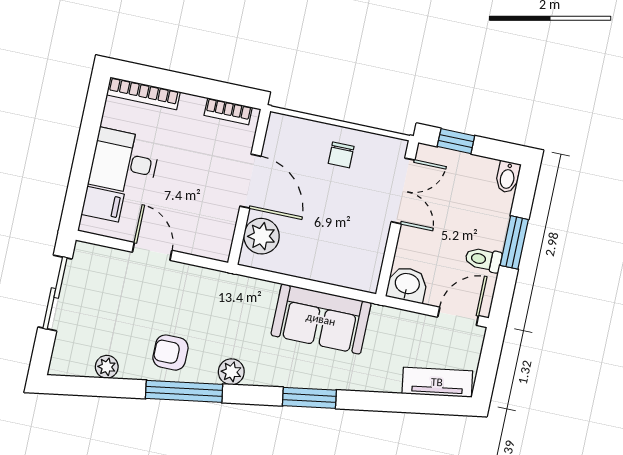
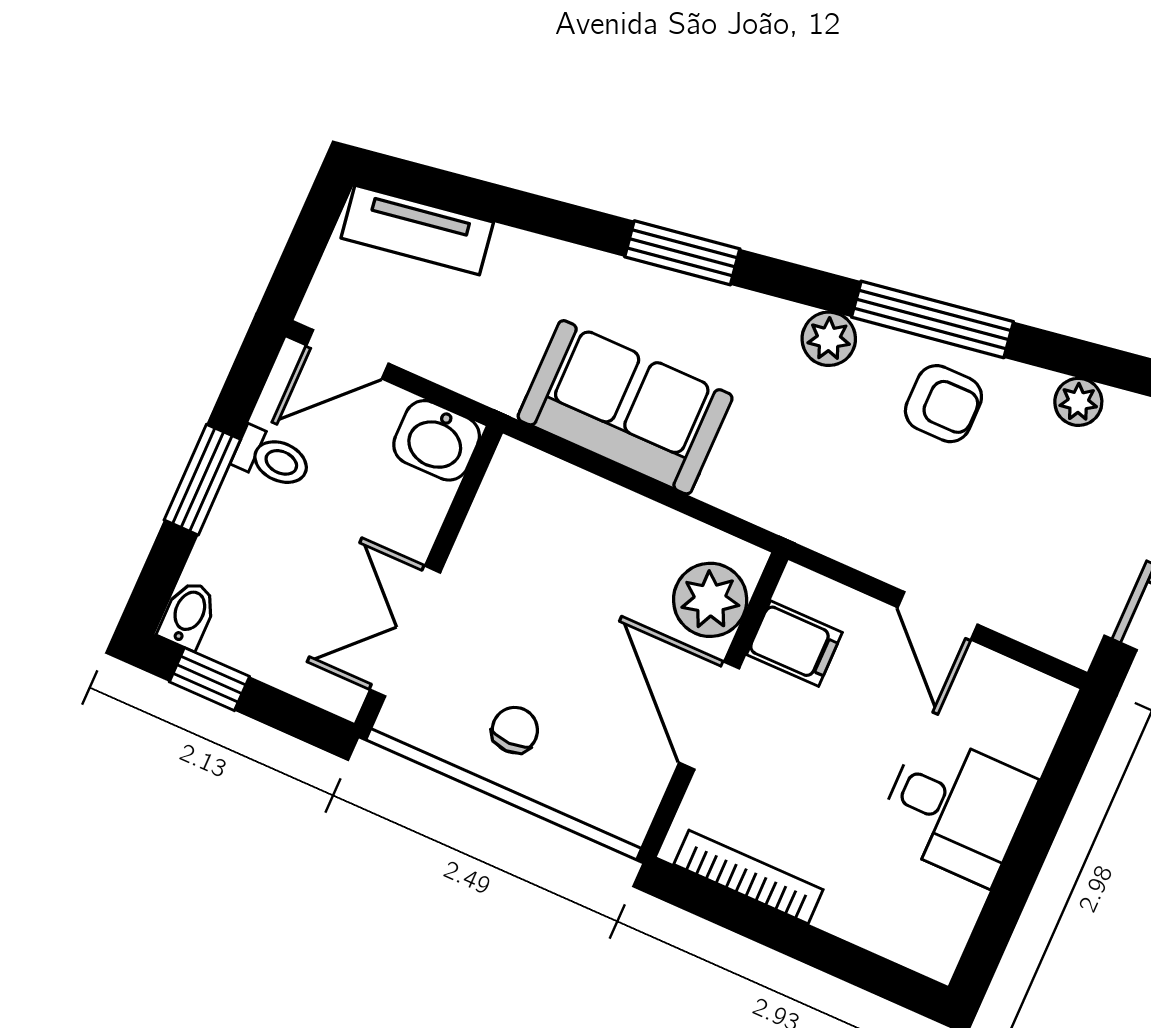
bookcase: (143, 93) -> (888, 939), removed
bookcase: (228, 111) -> (748, 877), width x1.56
window: (456, 141) -> (209, 679), moved
filing cabinet: (103, 204) -> (794, 644), moved, turned 180

